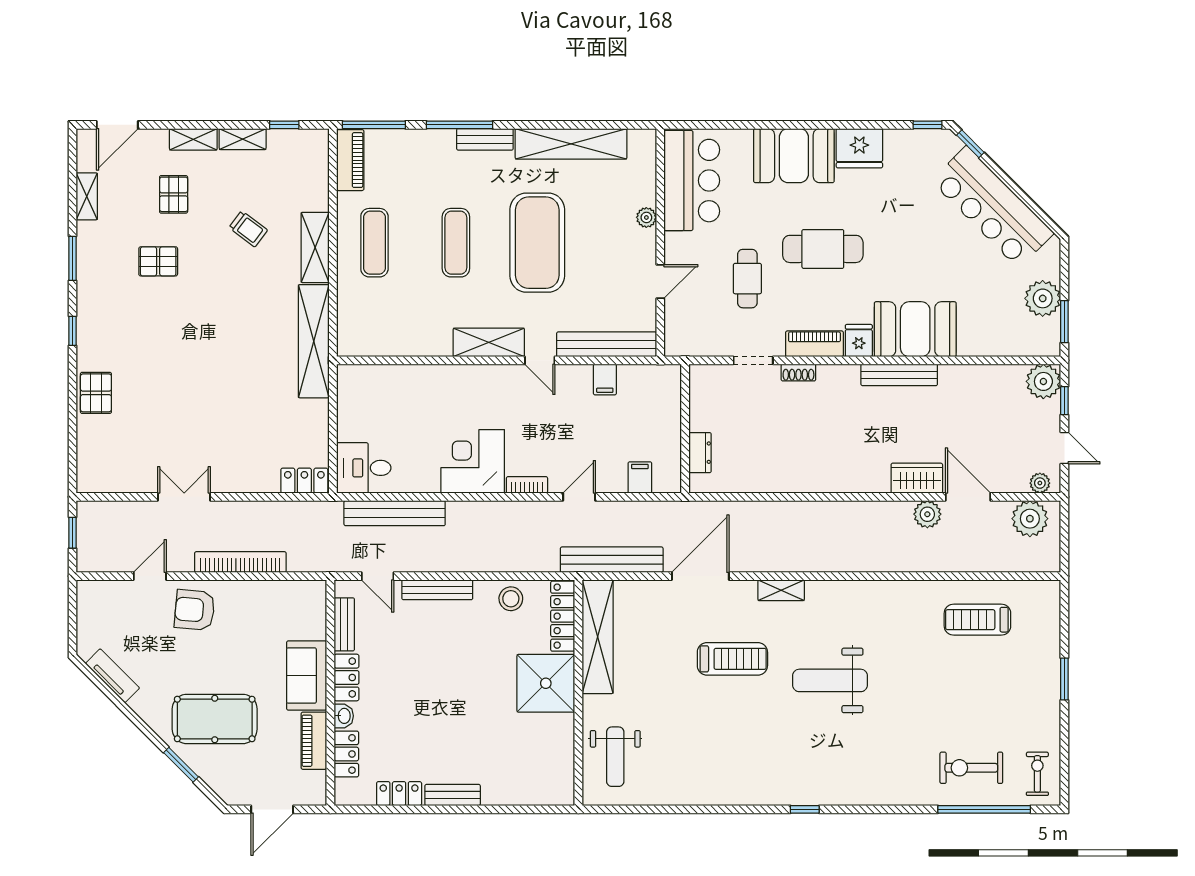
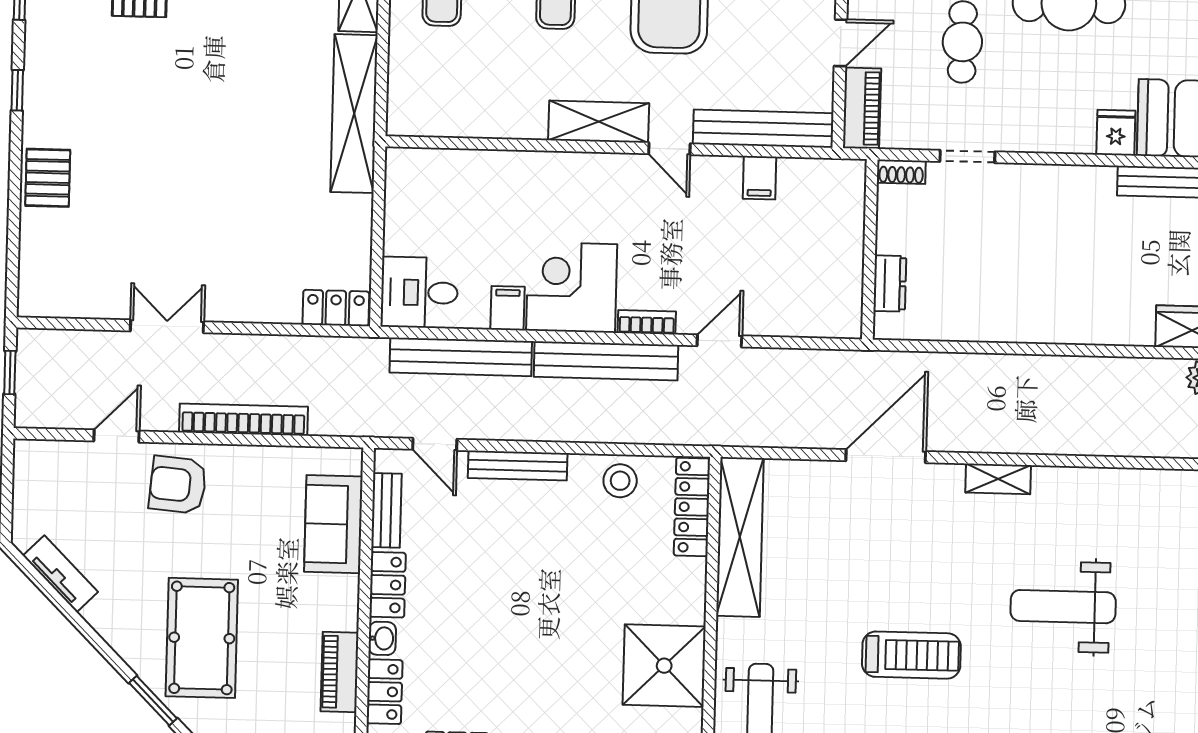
piano: (814, 344) -> (862, 108), moved, turned 90
shoe rack: (798, 373) -> (901, 172), moved
filing cabinet: (640, 477) -> (507, 308), moved
bench: (612, 560) -> (606, 361), moved
treadmill: (732, 659) -> (911, 655), moved
sofa: (307, 676) -> (333, 524), moved
shower: (546, 683) -> (664, 666), moved
pool table: (215, 719) -> (202, 638), turned 90

